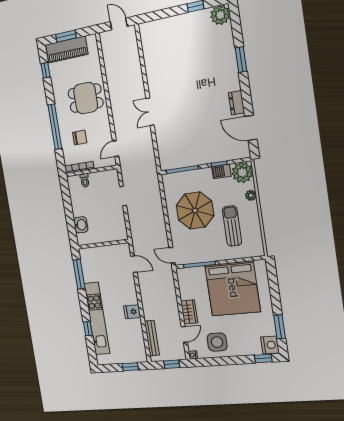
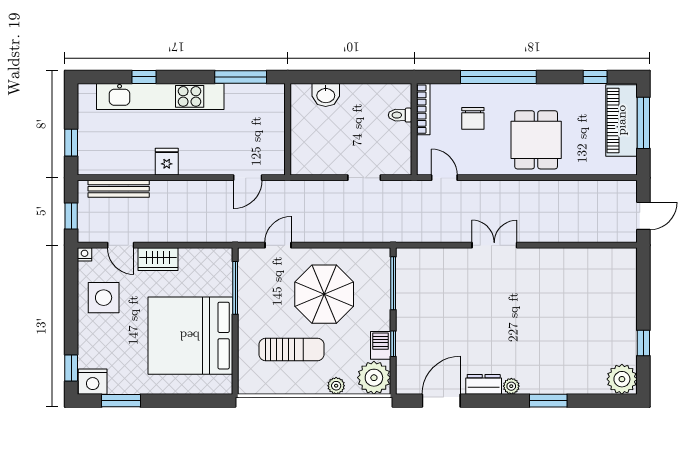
window: (66, 36) -> (643, 123), width x1.44
plant: (235, 85) -> (511, 386), added
door: (172, 255) -> (278, 245), moved

